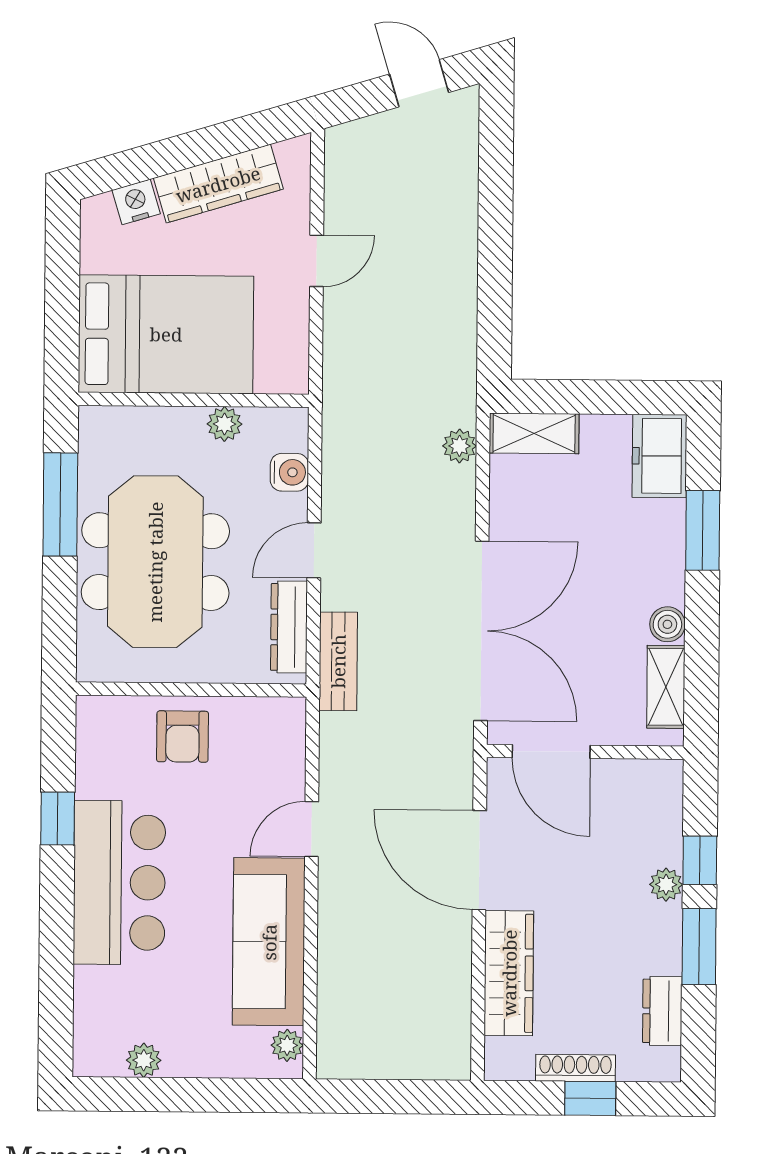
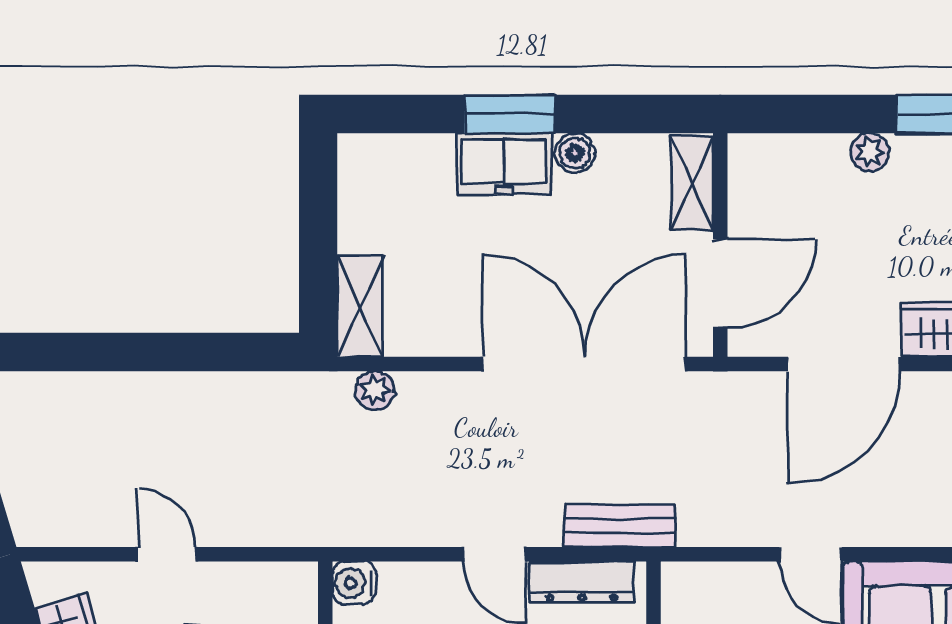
freezer: (660, 456) -> (504, 164), moved
water cooler: (289, 472) -> (354, 583), moved, turned -90
window: (703, 530) -> (510, 114), moved
shelving: (666, 687) -> (692, 183), moved, turned 90
window: (700, 860) -> (842, 114), removed

